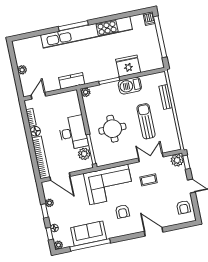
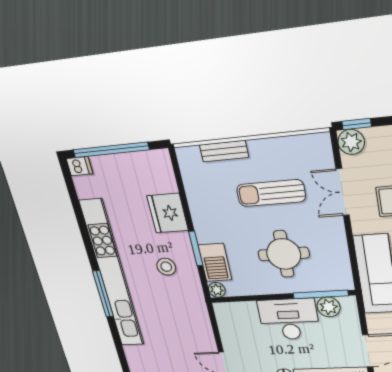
stool: (96, 64) -> (166, 267), added
kitchen counter: (72, 81) -> (197, 309), removed
barbecue: (130, 86) -> (215, 262), moved

